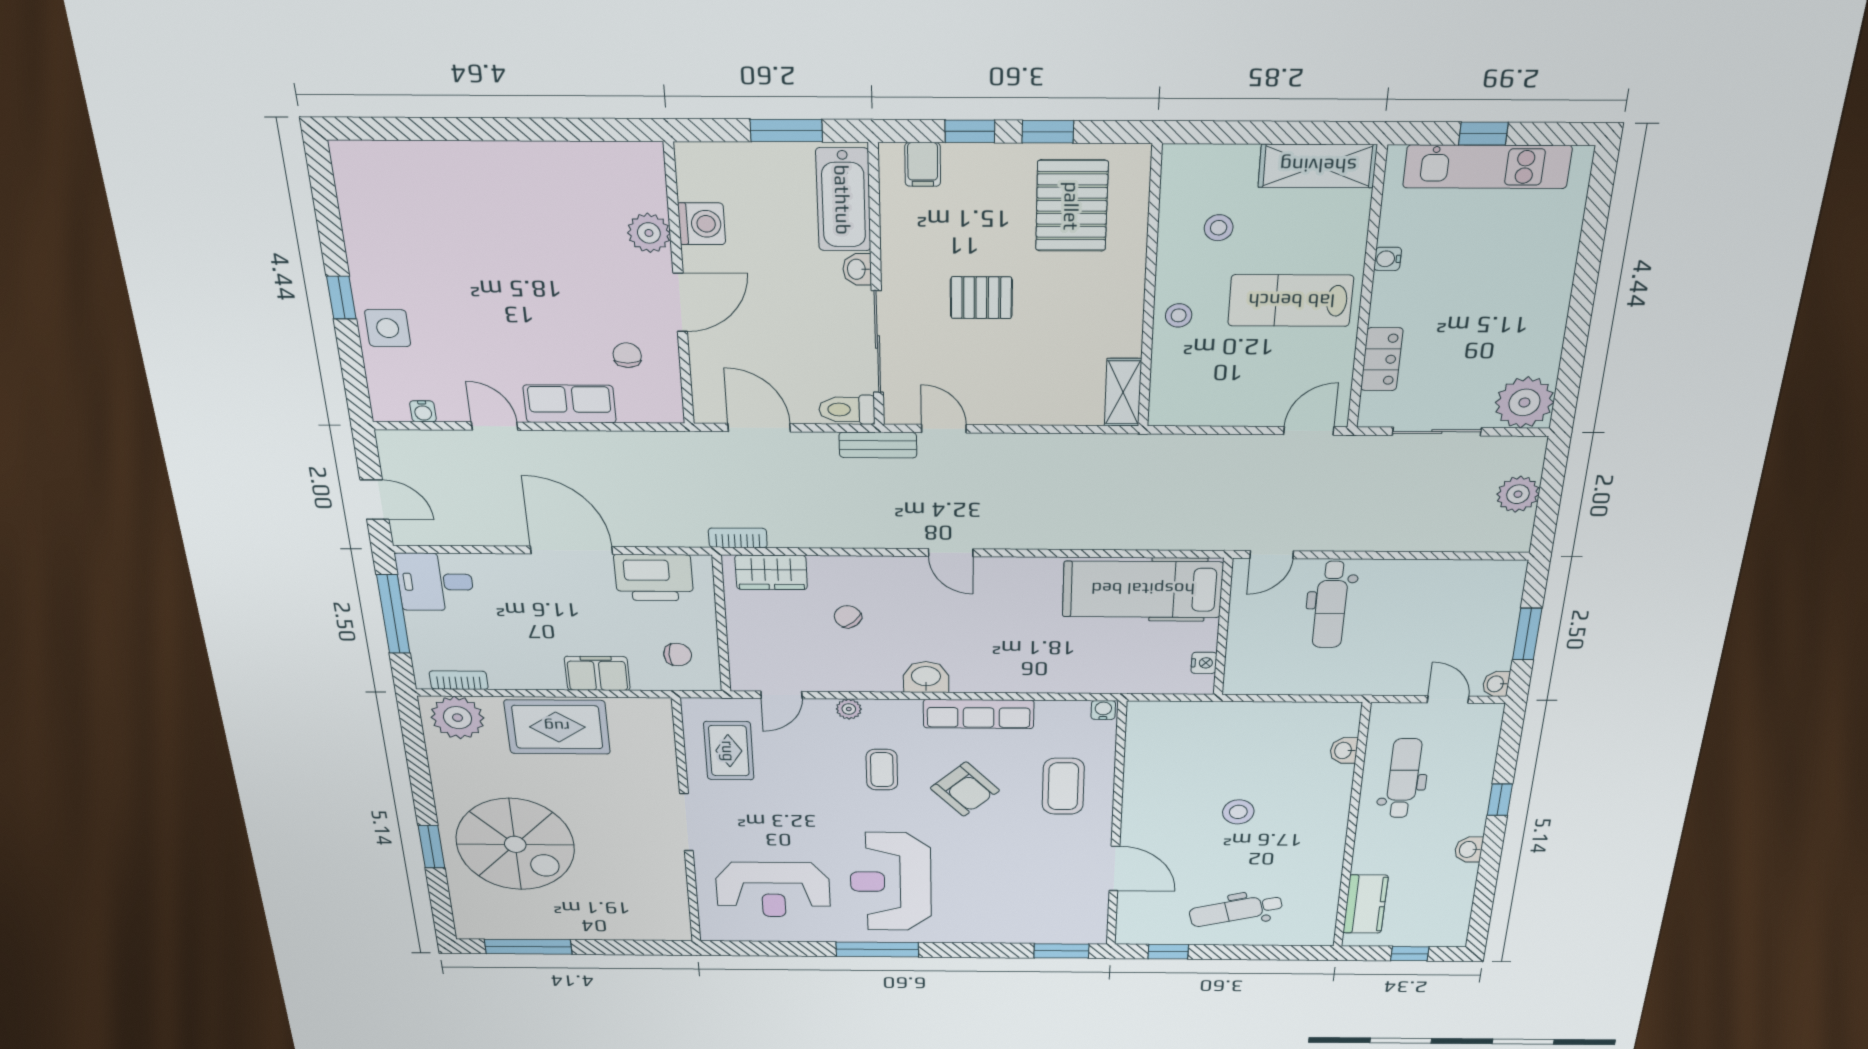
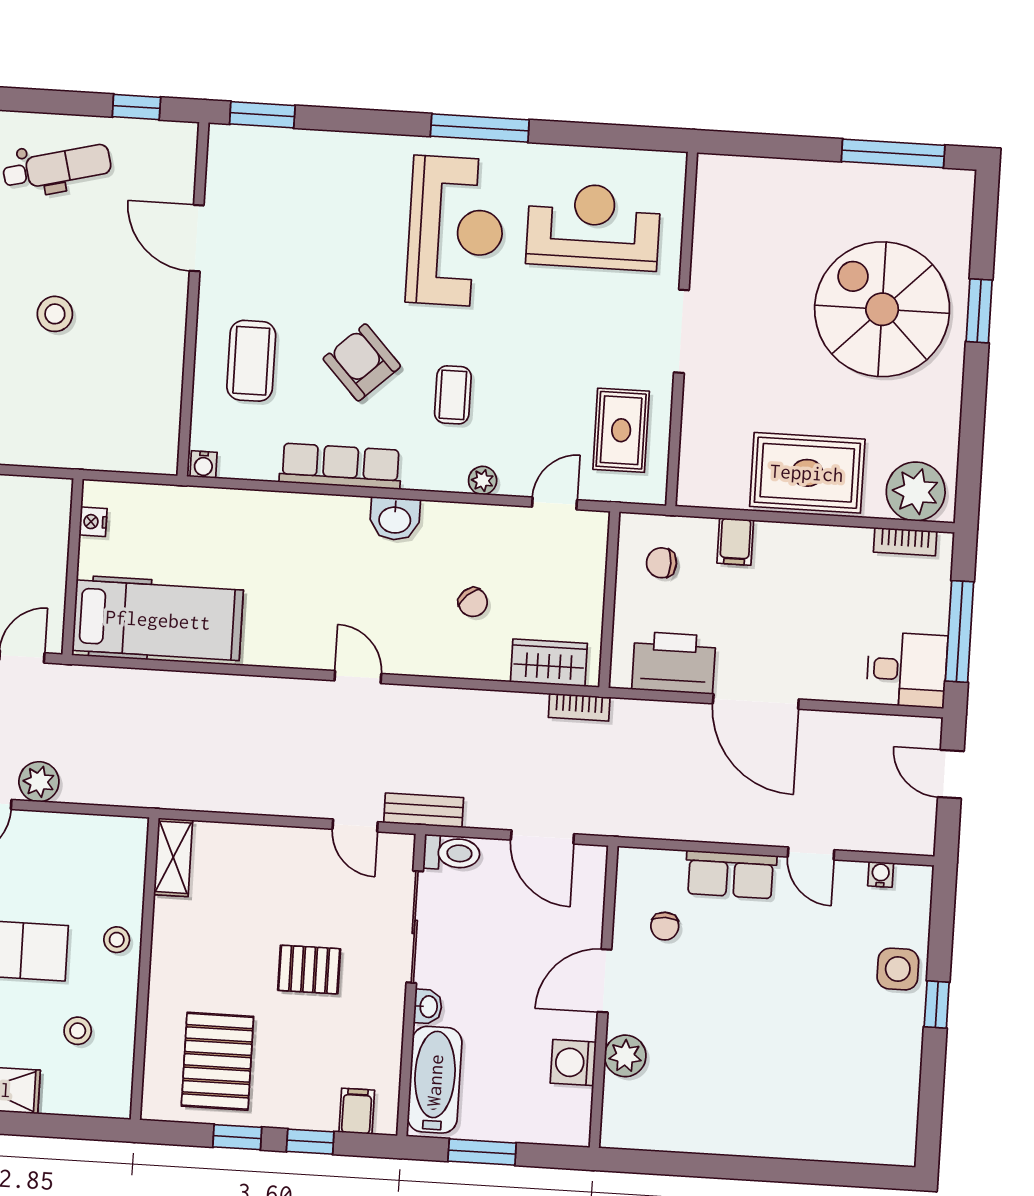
plant: (1257, 452) -> (39, 782), added
filing cabinet: (597, 673) -> (735, 542), width x0.50

